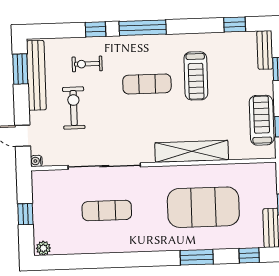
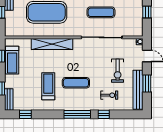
window: (20, 69) -> (147, 84), moved

